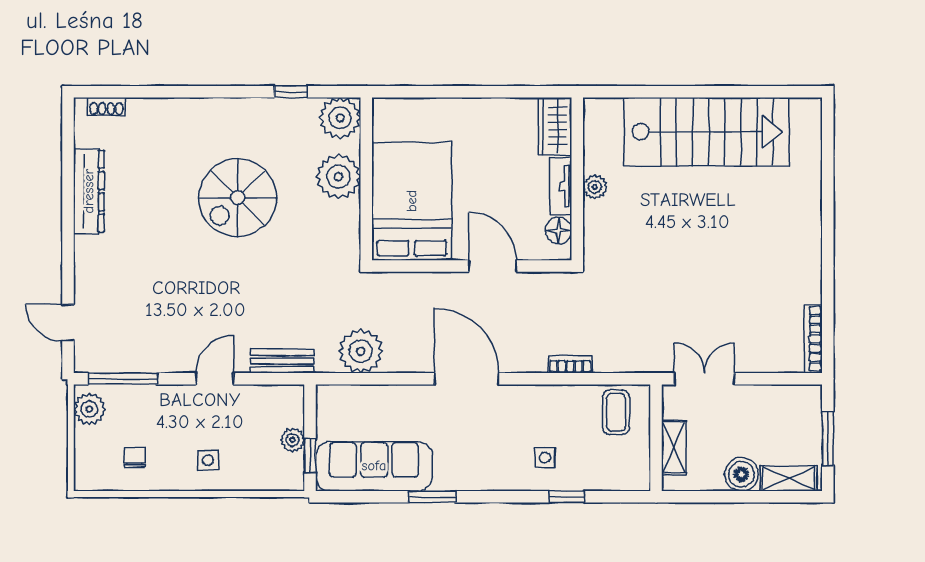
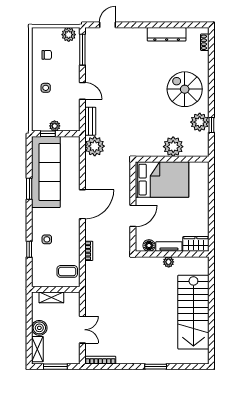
plant: (340, 118) -> (200, 122), moved
spiral stairs: (238, 198) -> (185, 89), moved
window: (828, 216) -> (156, 367), added
plant: (361, 351) -> (95, 146), moved
double door: (704, 379) -> (82, 330), moved
sofa: (374, 466) -> (46, 172), width x1.36, depth x1.27

